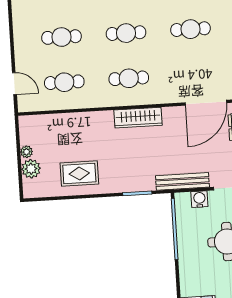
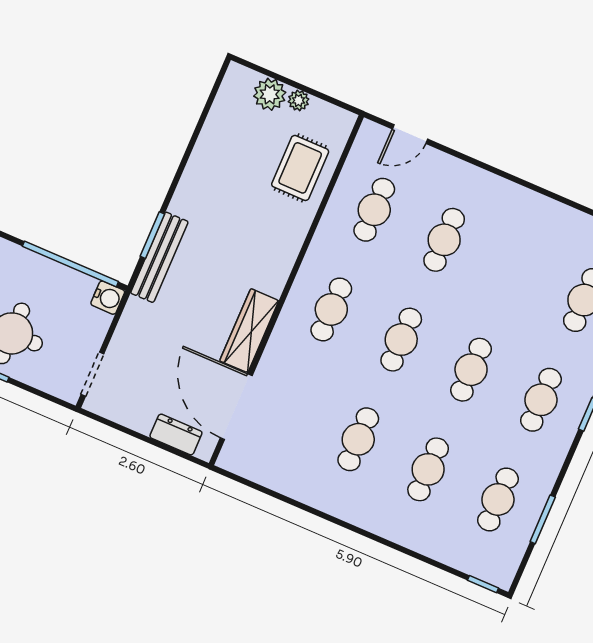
wardrobe: (138, 118) -> (249, 331), moved
rug: (79, 174) -> (300, 168), moved
bench: (182, 181) -> (159, 257), moved
water cooler: (199, 199) -> (108, 298), moved

